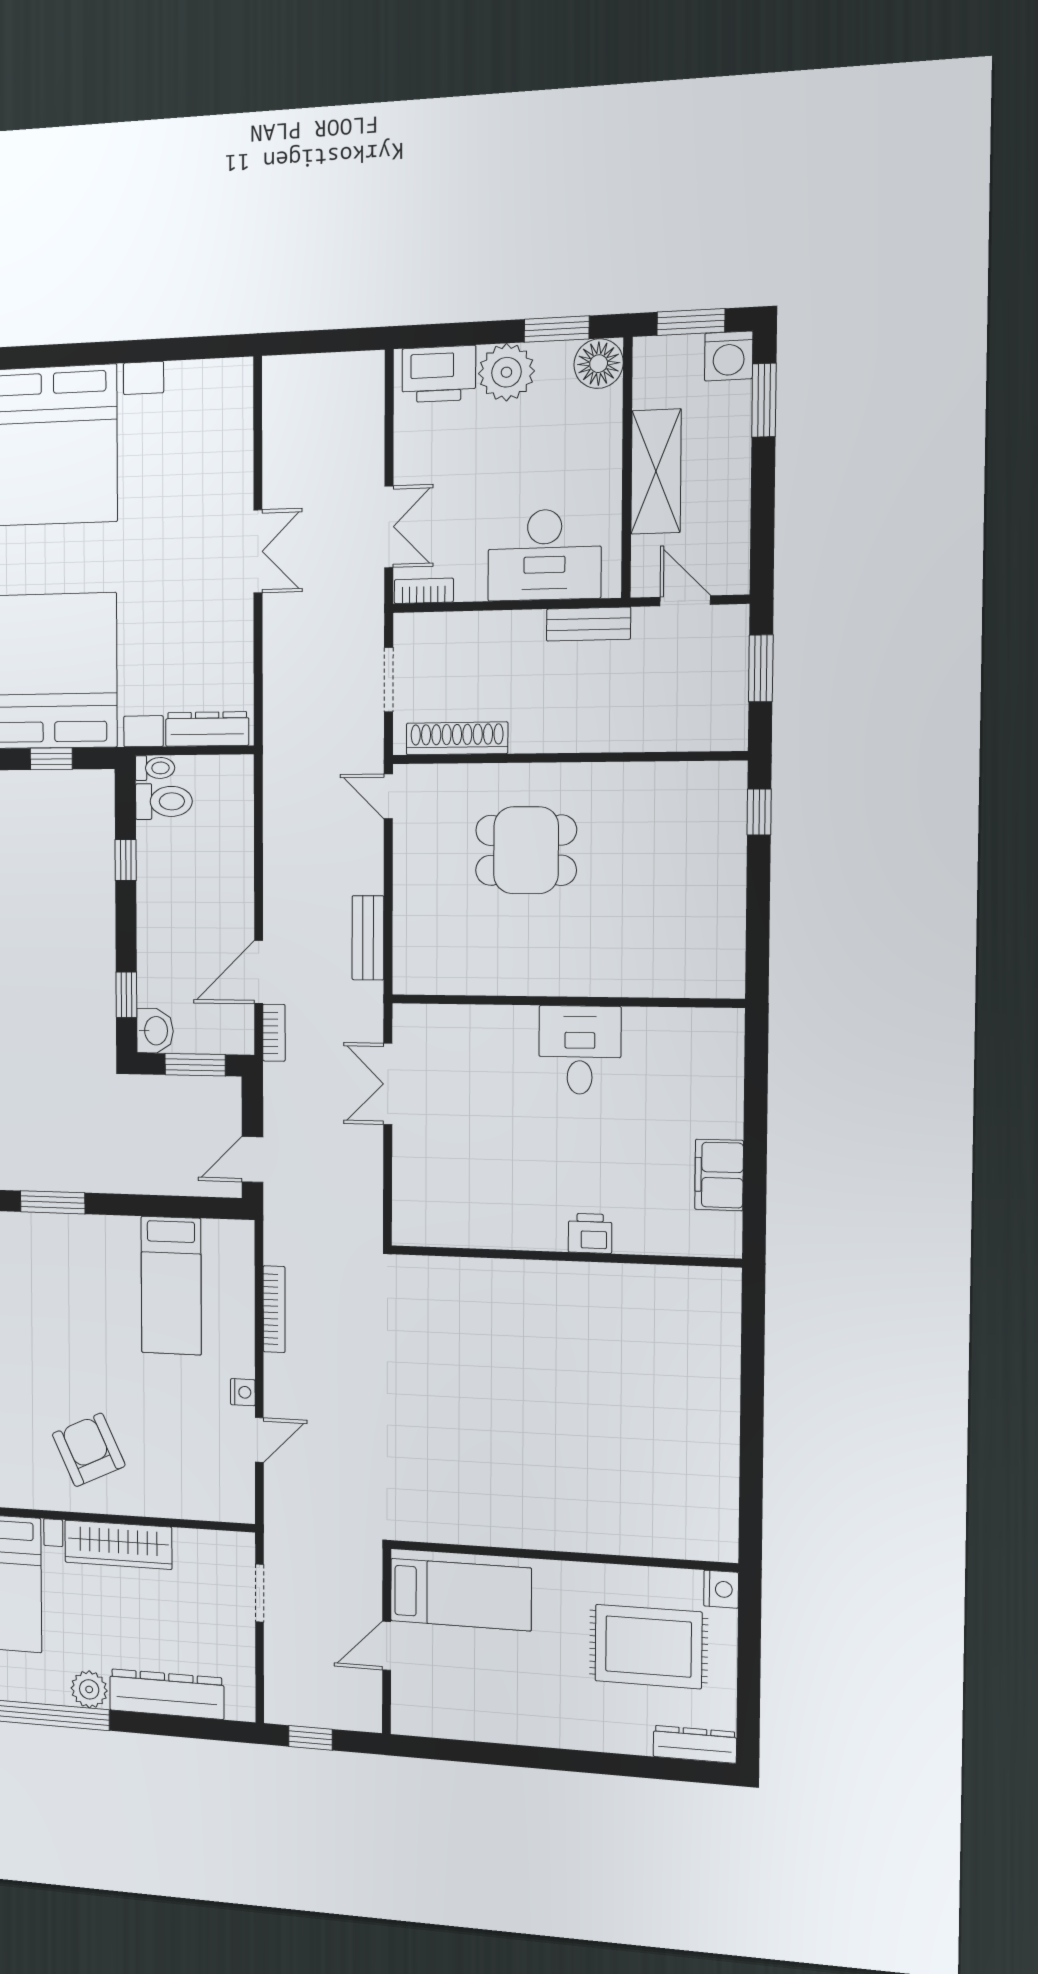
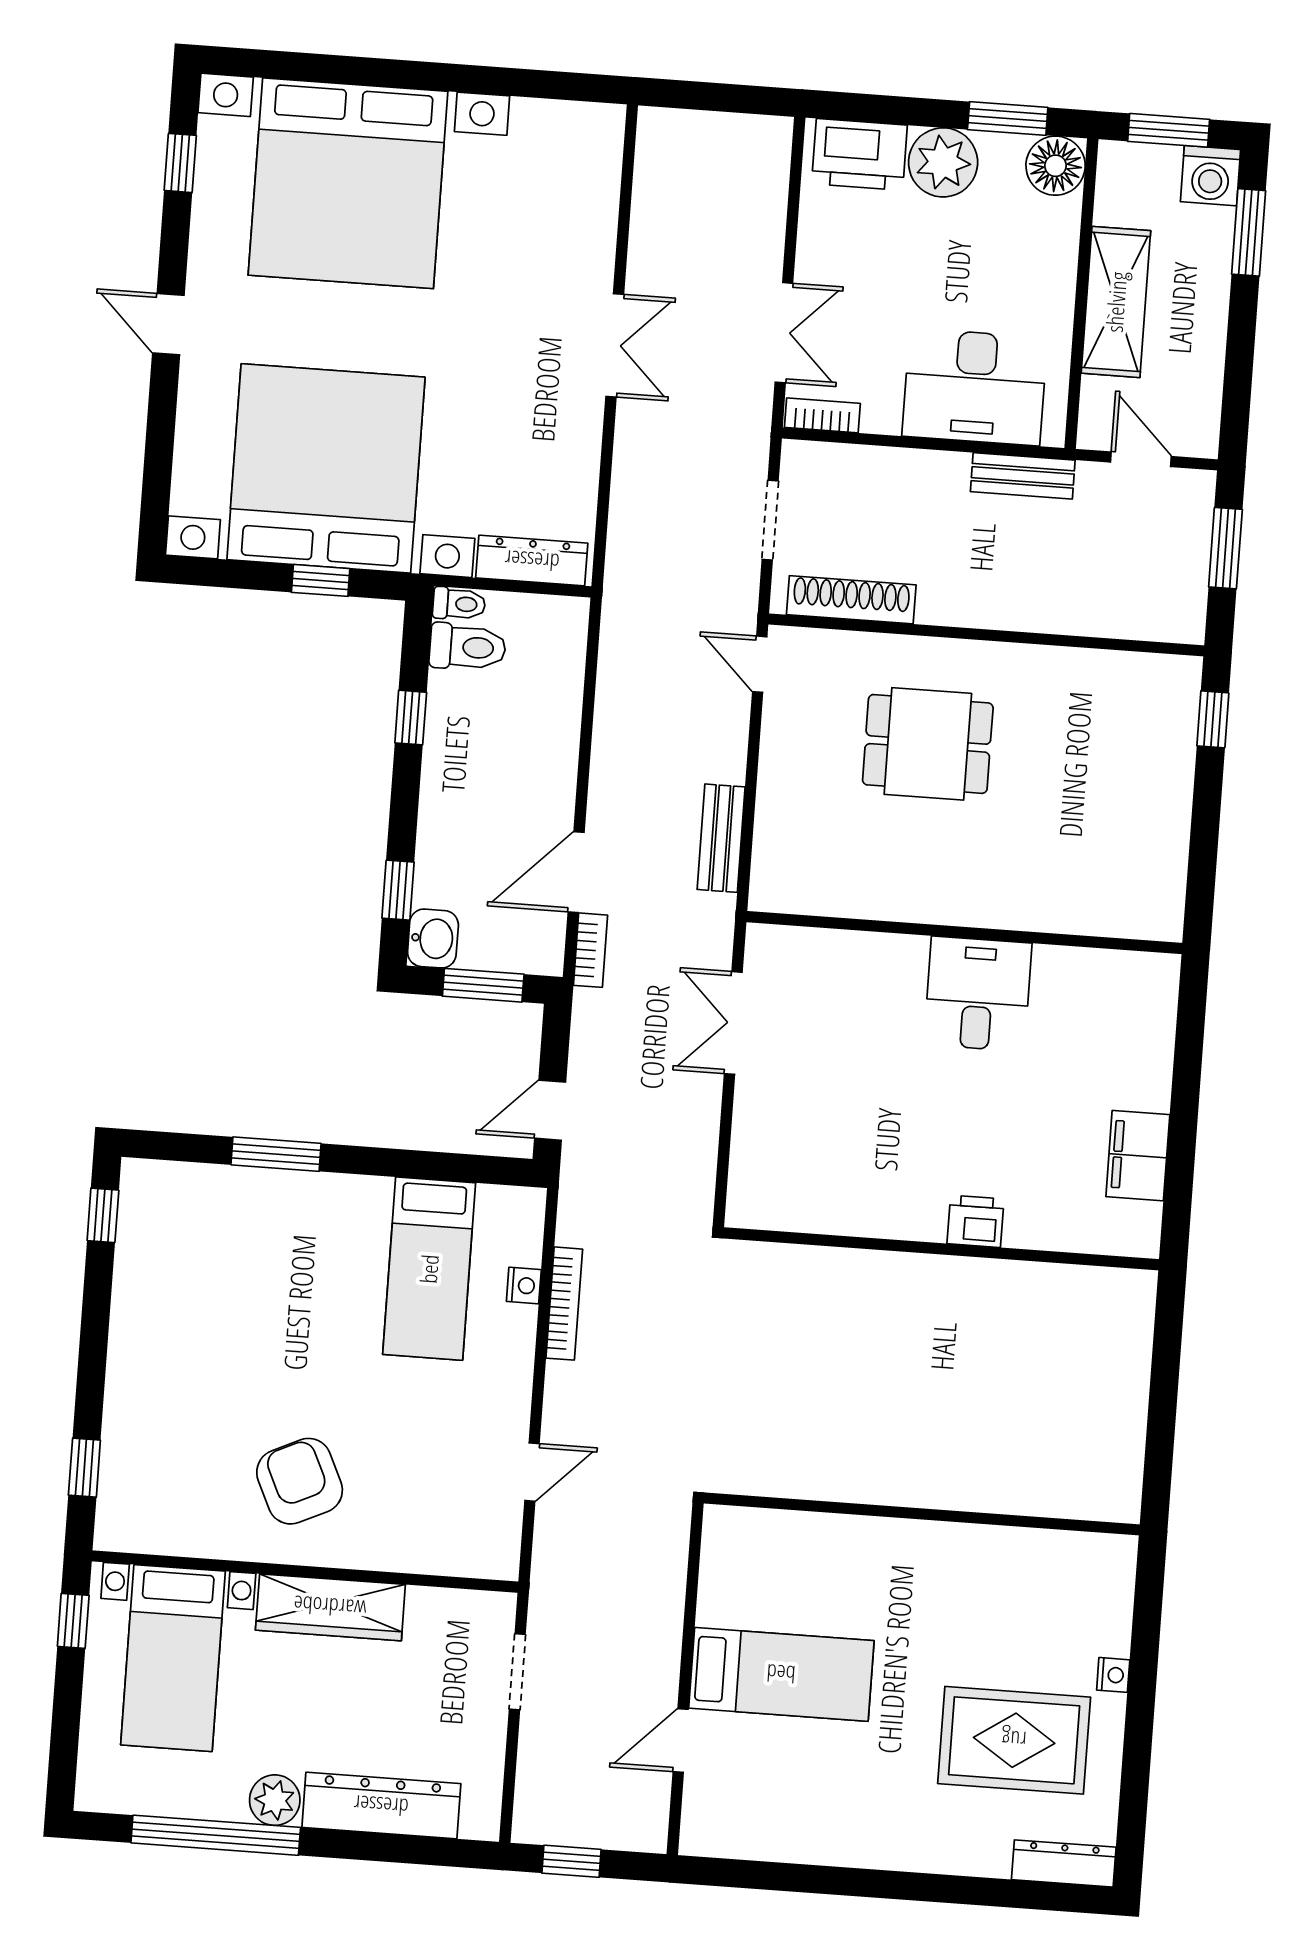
nightstand: (243, 1392) -> (524, 1286), moved
wall: (562, 1556) -> (922, 1514), moved
nightstand: (721, 1589) -> (1113, 1675), width x0.72, depth x0.74

